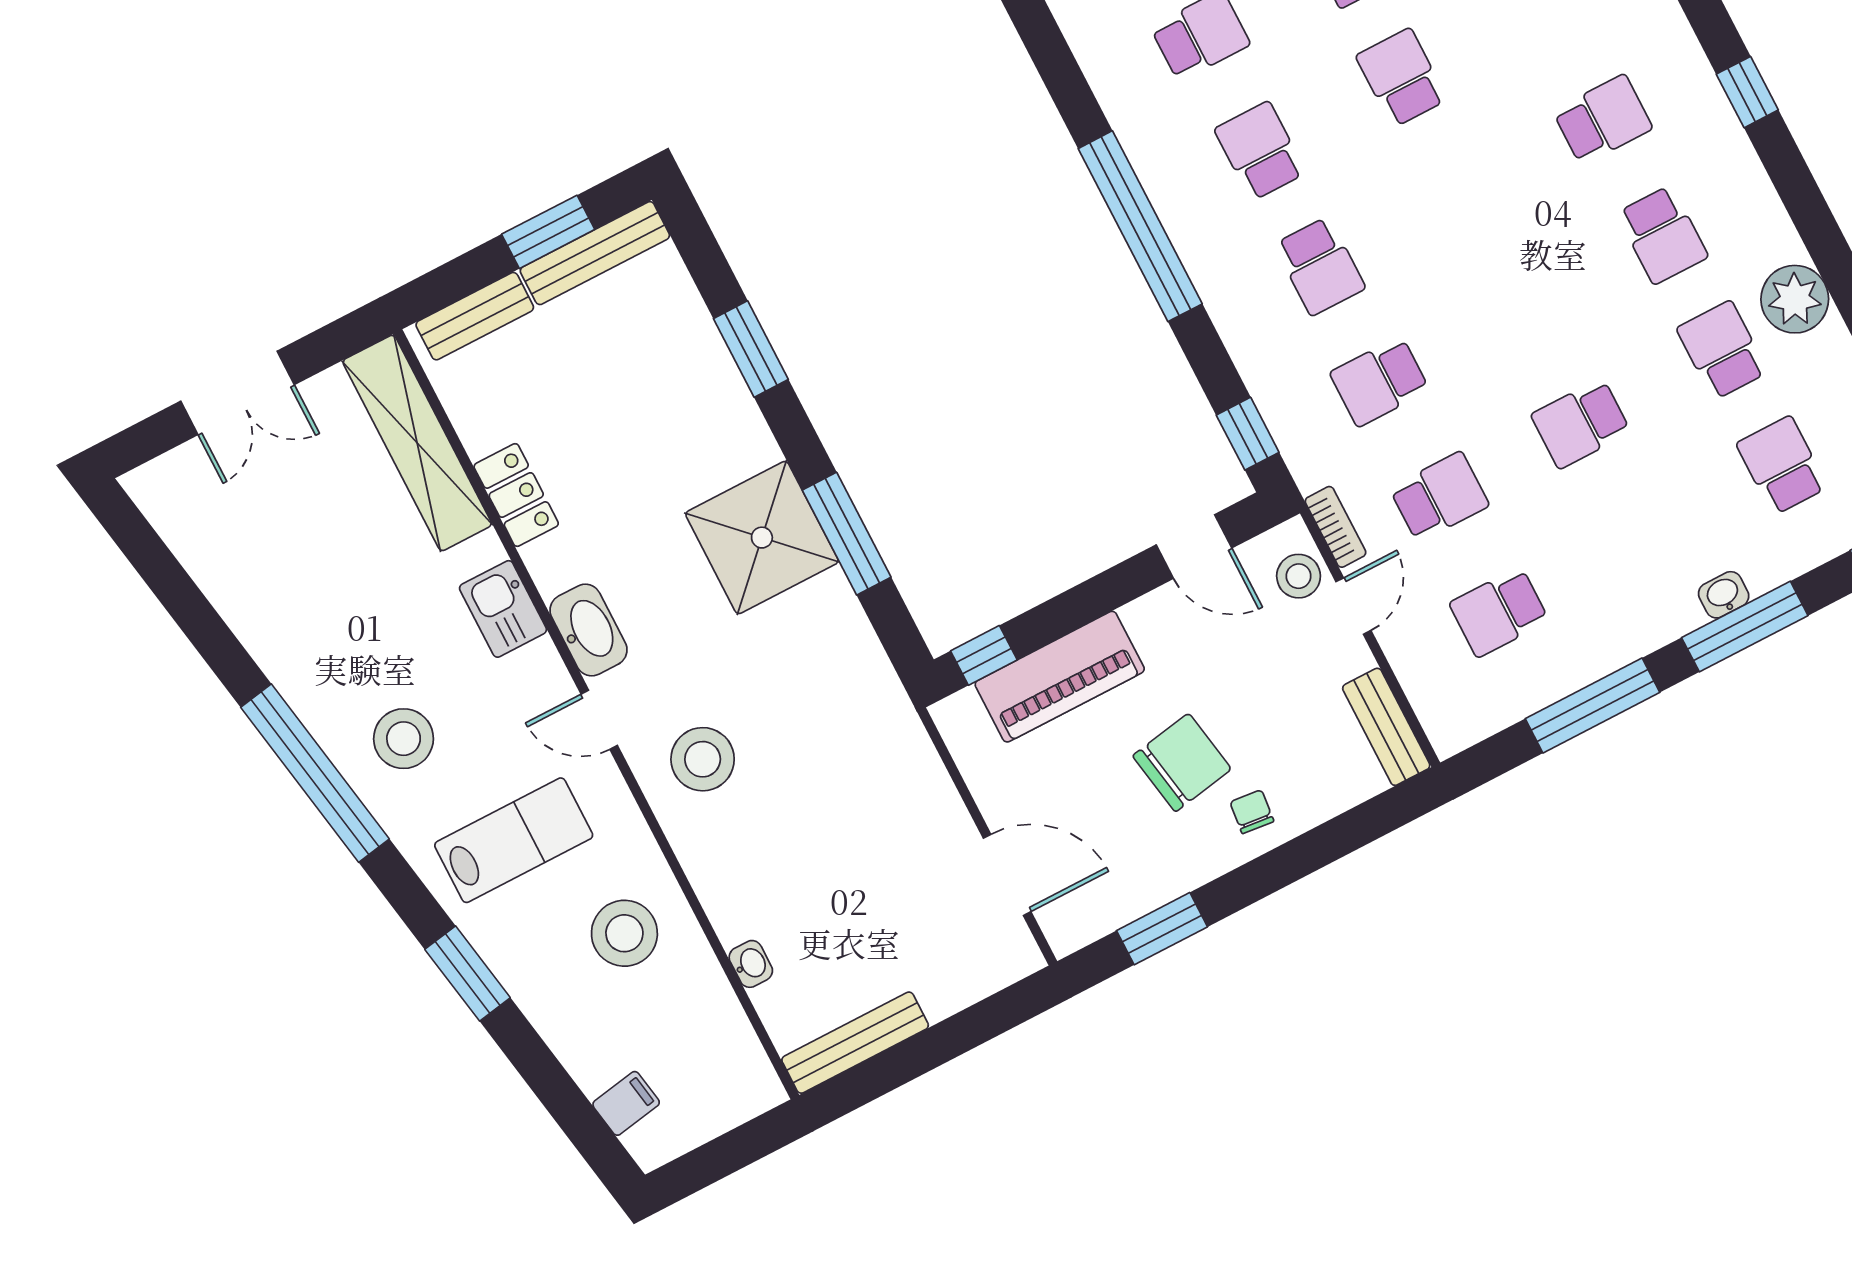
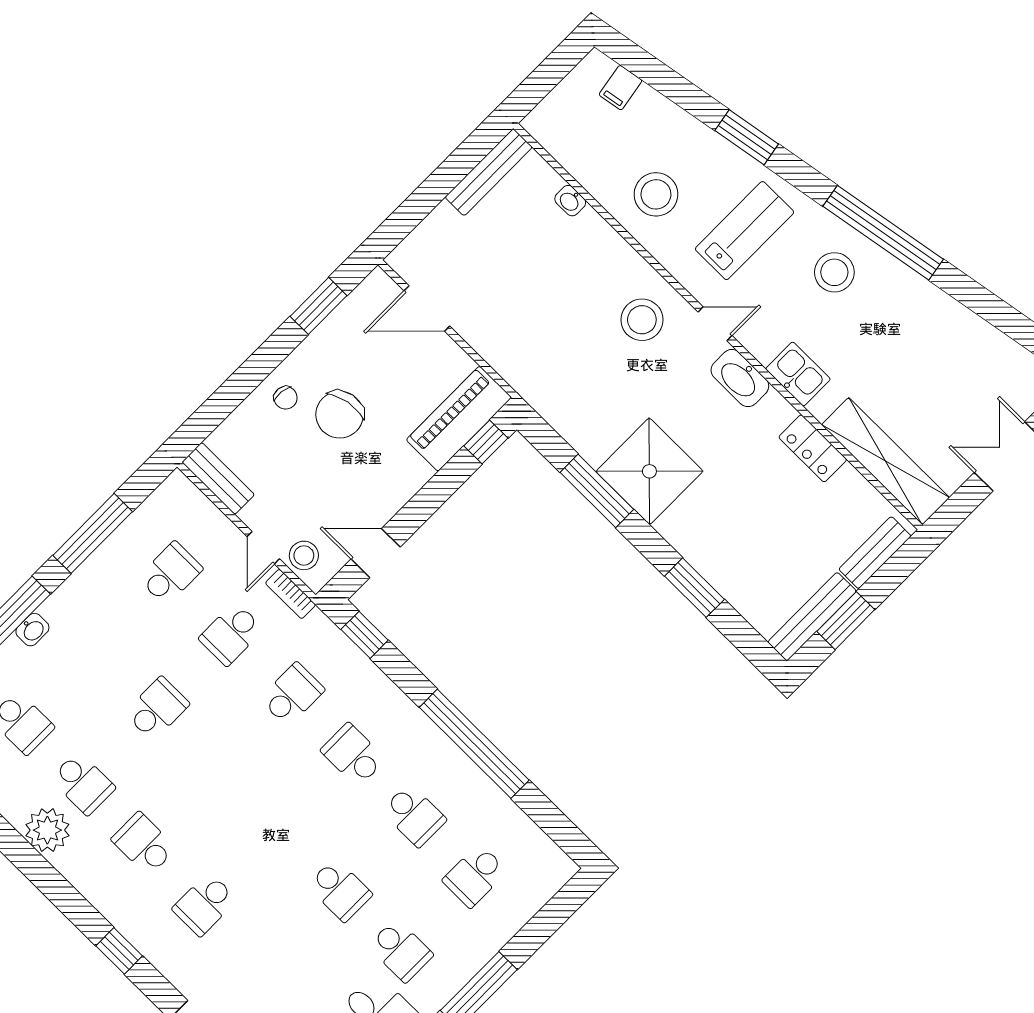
piano: (1060, 677) -> (459, 419), moved
lab bench: (514, 840) -> (745, 231), turned 180

